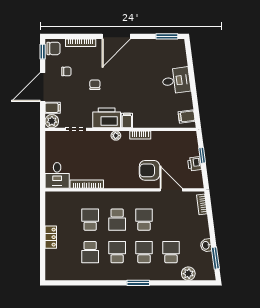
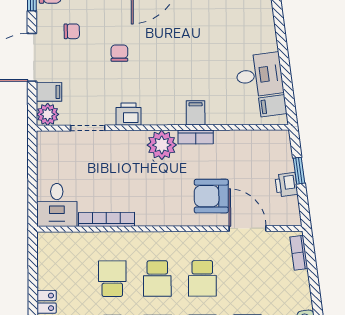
desk: (176, 81) -> (259, 75), moved
printer: (107, 118) -> (128, 114), width x0.53, depth x0.68
filing cabinet: (127, 121) -> (196, 113), moved
plant: (116, 136) -> (162, 145), width x1.87, depth x1.87
school desk: (144, 220) -> (202, 278), turned 180

